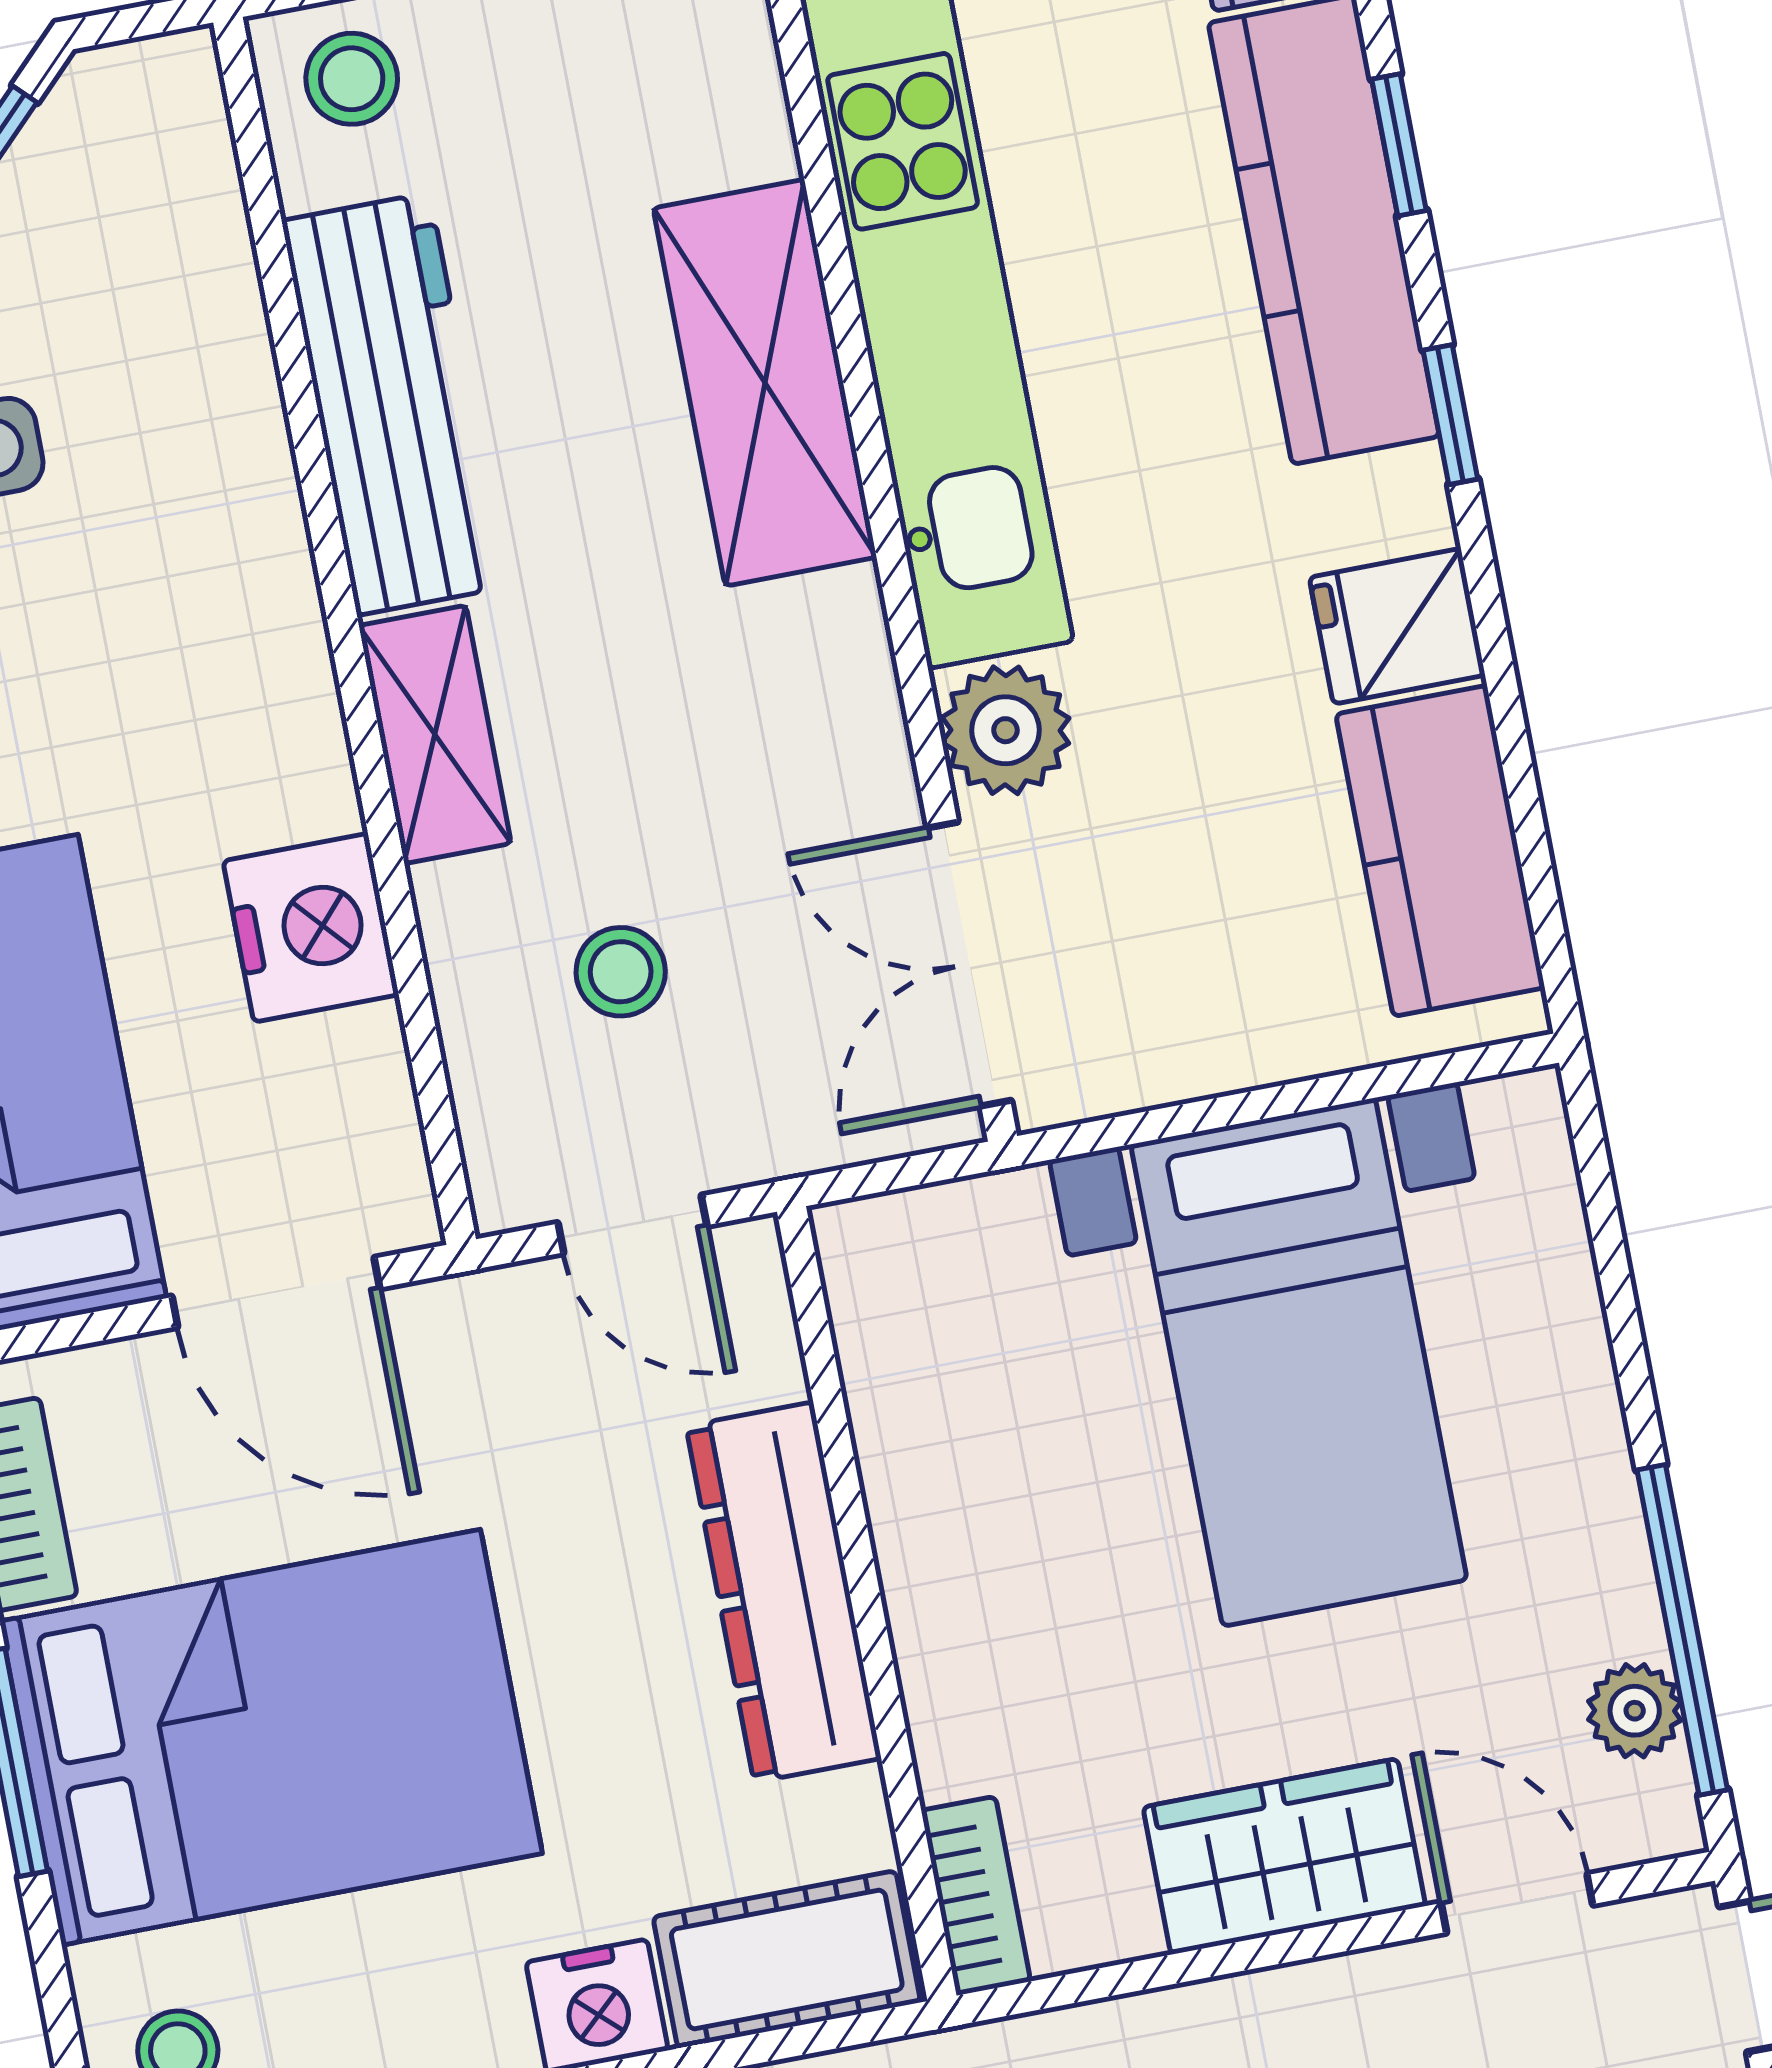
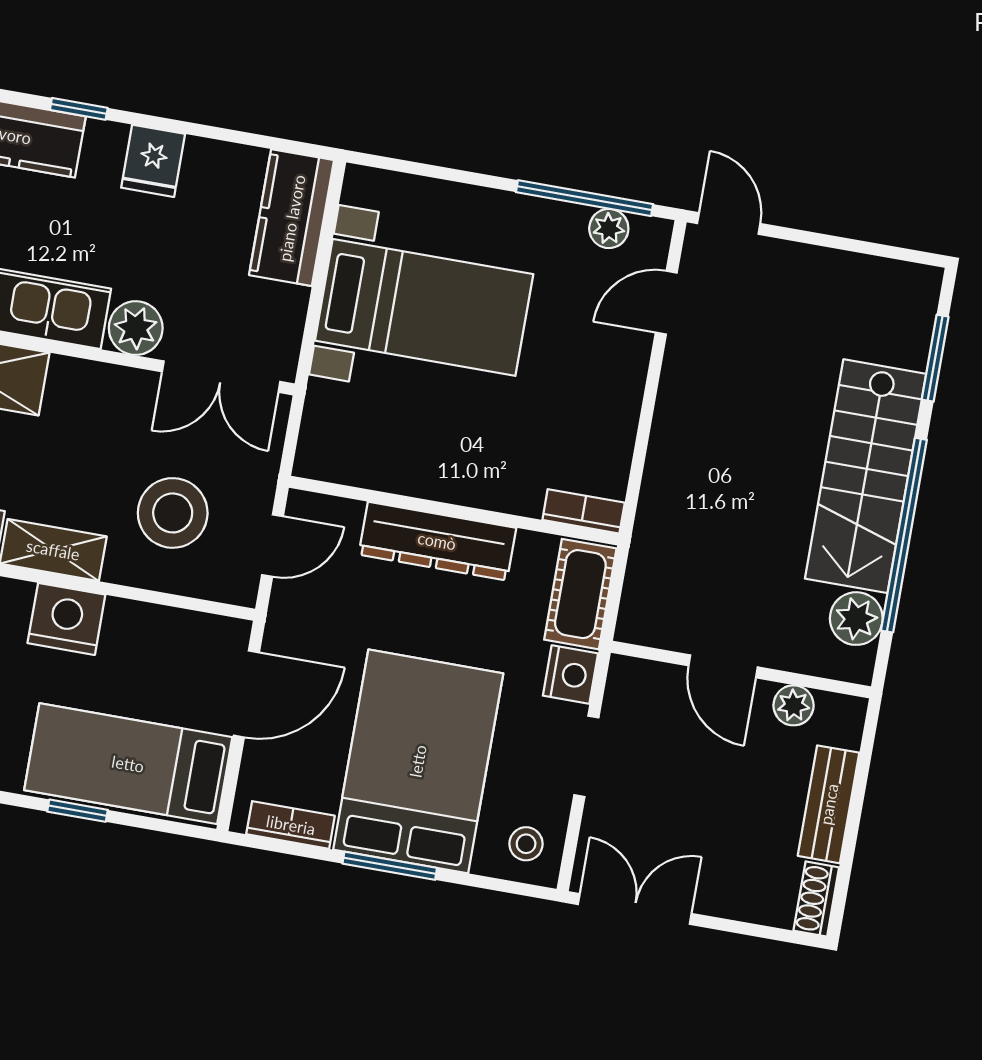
kitchen counter: (1440, 851) -> (292, 218), moved, turned 90
nightstand: (311, 928) -> (66, 619), moved
stool: (621, 972) -> (173, 513), width x1.89, depth x1.89
wardrobe: (1284, 1856) -> (614, 386), removed

